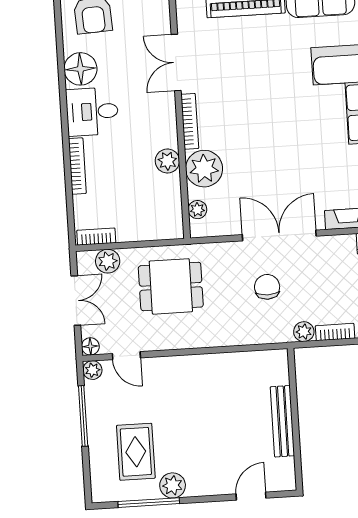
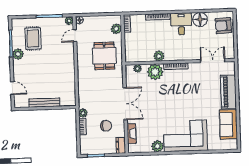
double door: (176, 63) -> (213, 61), moved
chair: (267, 287) -> (106, 126), moved
double door: (76, 301) -> (99, 14), removed
rug: (136, 452) -> (33, 39), turned 90

